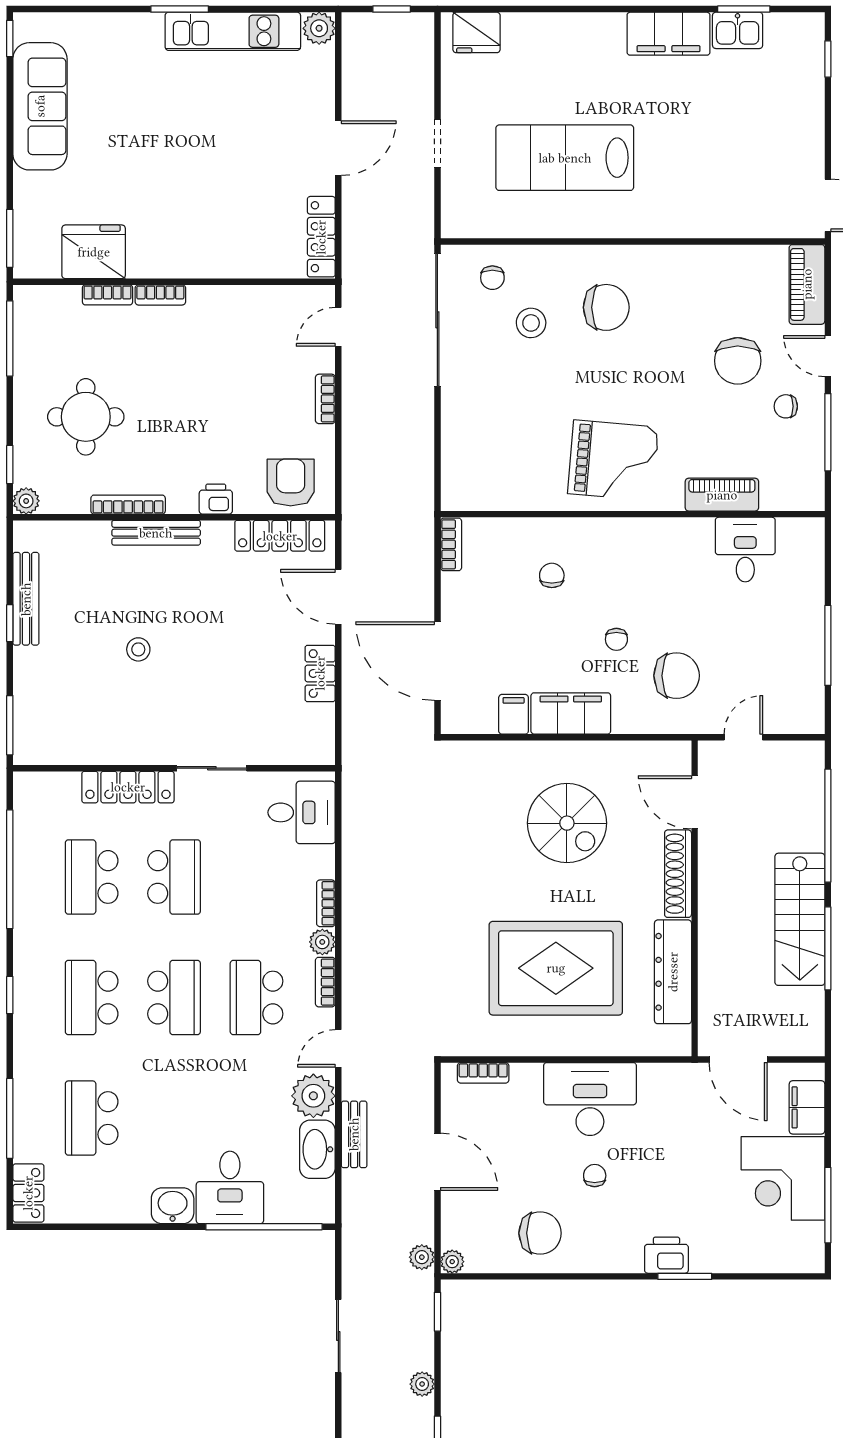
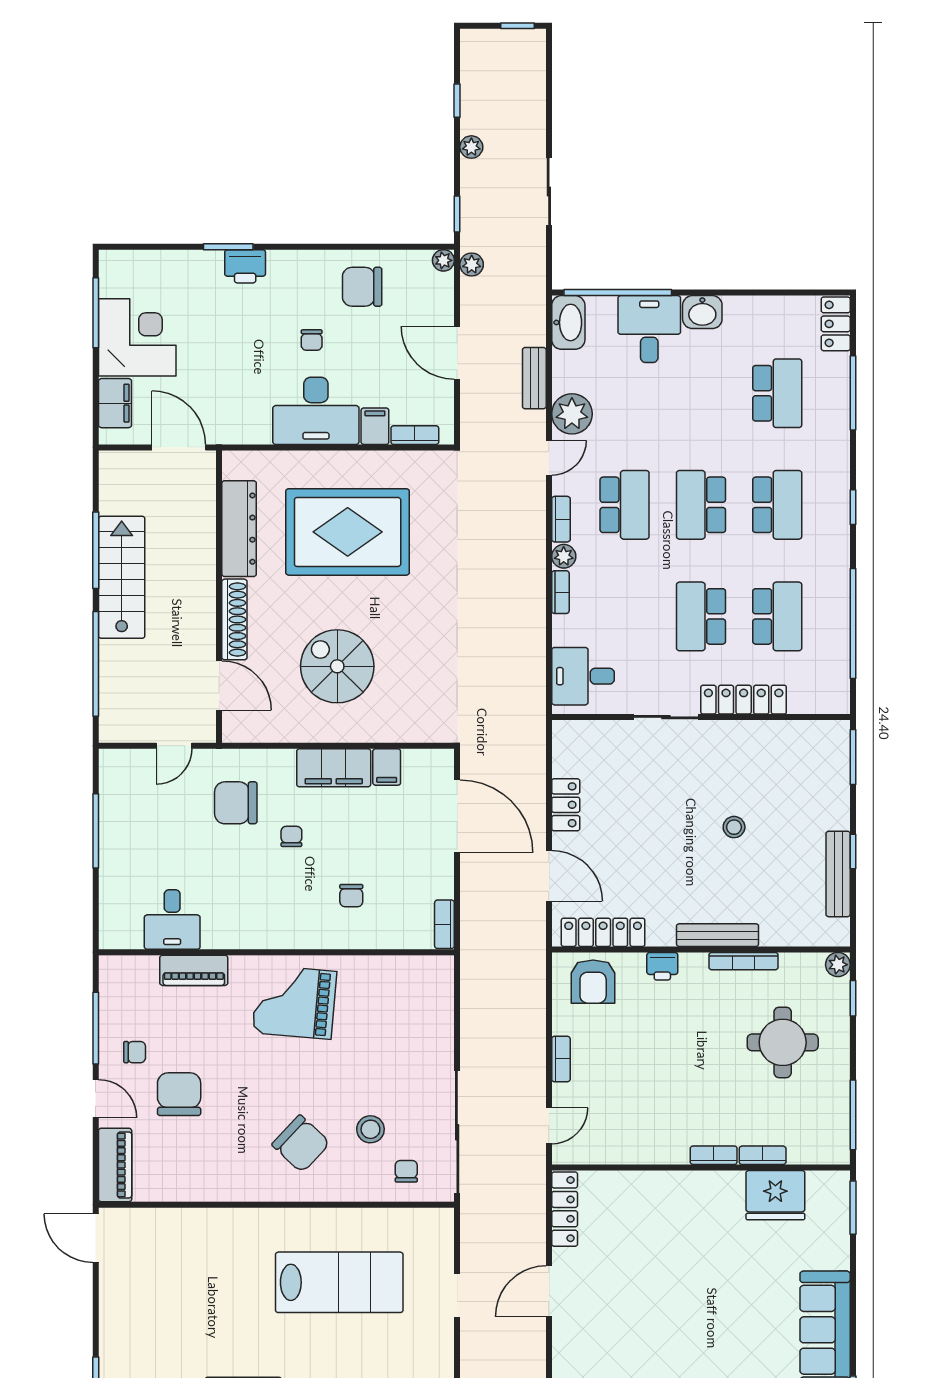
chair: (606, 307) -> (301, 1144), turned -137
filing cabinet: (526, 1082) -> (375, 426), added
washbasin: (317, 1149) -> (568, 322), moved

